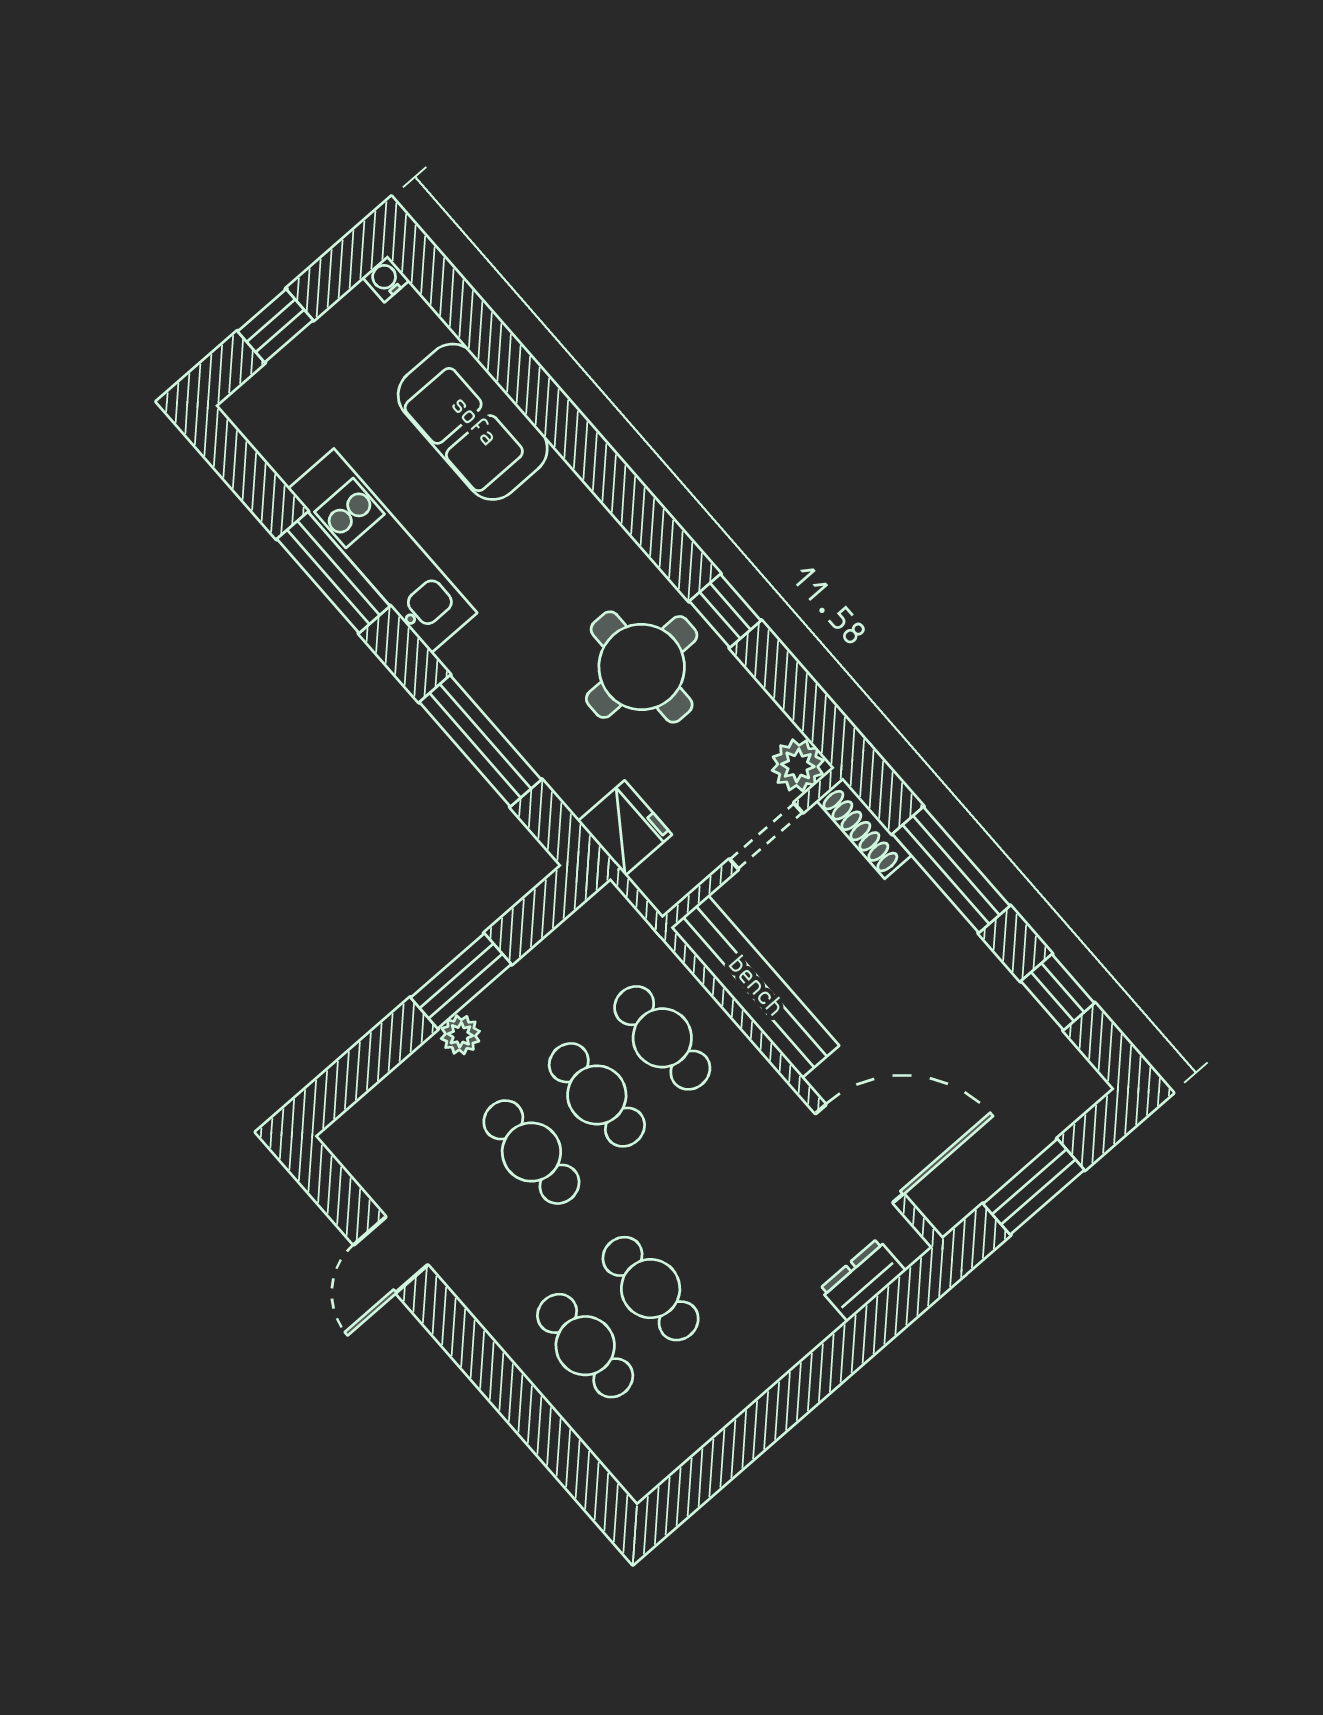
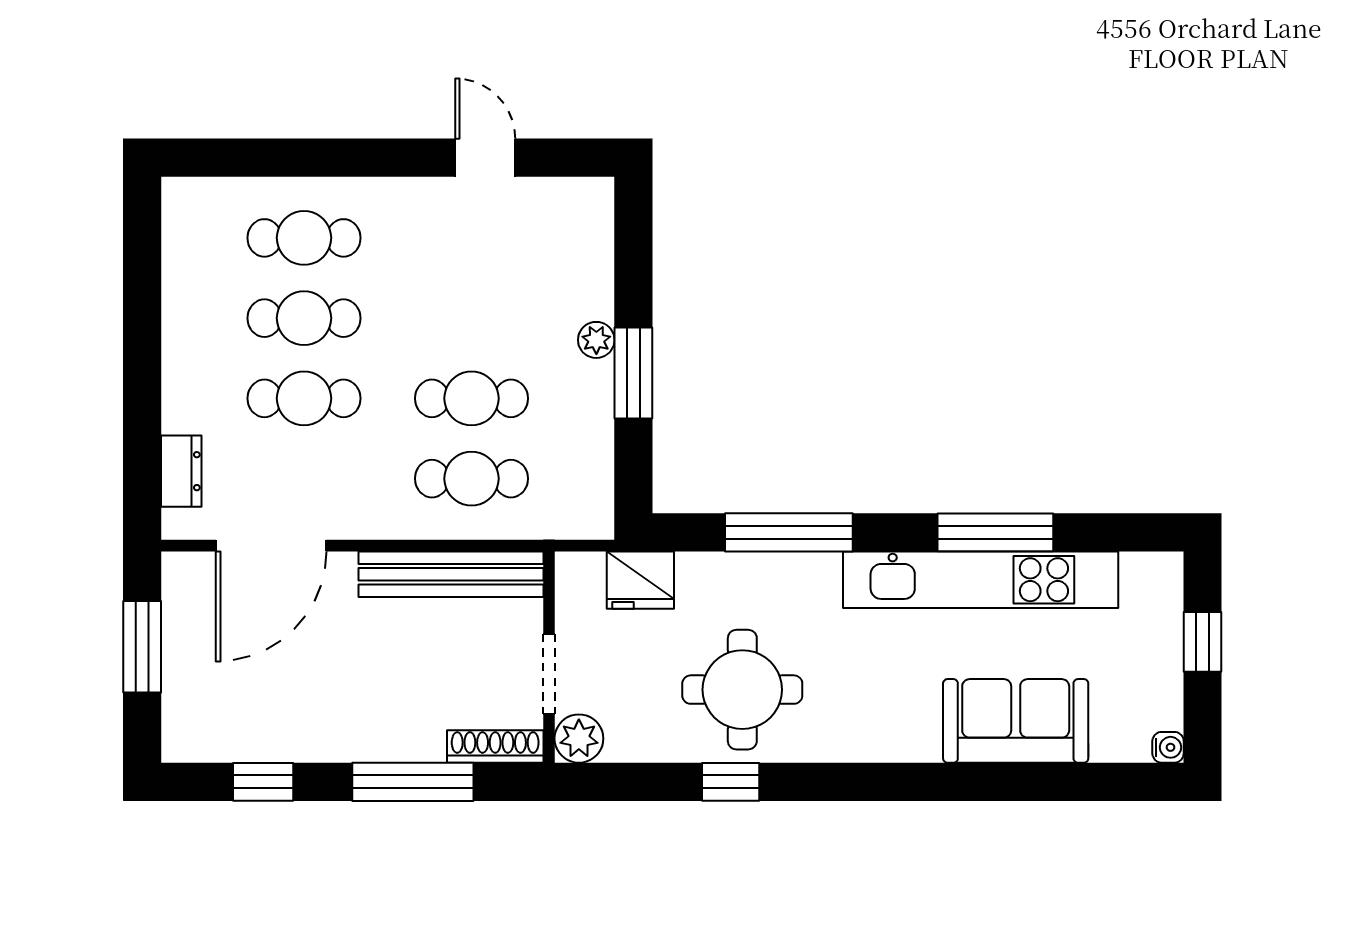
kitchen unit: (382, 551) -> (981, 580), width x1.36
cafe table: (531, 1152) -> (304, 398), moved

